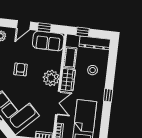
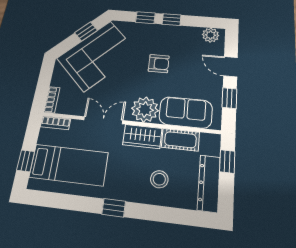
sofa: (48, 41) -> (186, 112), moved, turned 90
double door: (58, 103) -> (103, 120), swing flipped

